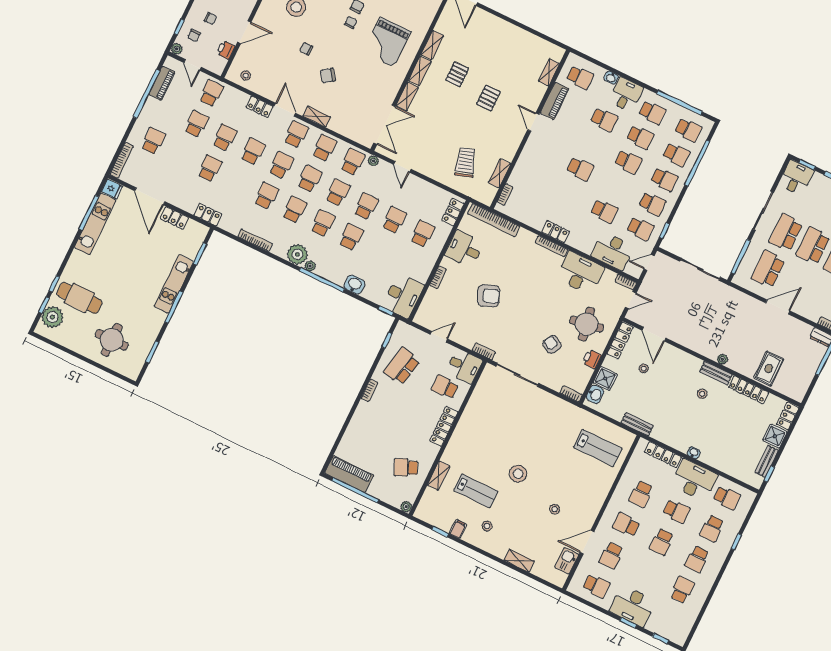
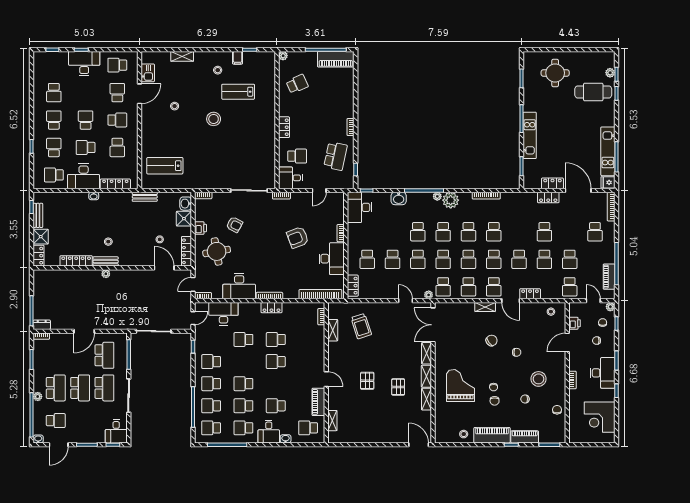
locker: (208, 215) -> (548, 197), moved
school desk: (640, 229) -> (276, 340), moved
desk: (464, 249) -> (332, 259), width x1.37
plant: (52, 317) -> (610, 73), width x0.53, depth x0.53
rug: (769, 369) -> (69, 283), removed
locker: (444, 426) -> (284, 127), width x0.66
shelving: (439, 476) -> (270, 90), removed
school desk: (641, 494) -> (117, 147), turned 180

